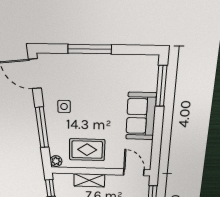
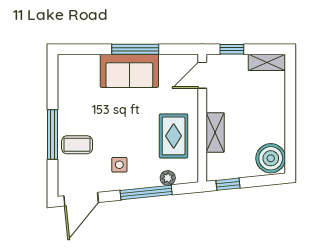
coffee table: (81, 71) -> (77, 145), added
window: (161, 86) -> (135, 49), moved
plant: (56, 161) -> (168, 178), moved

